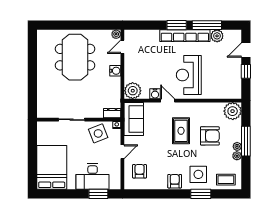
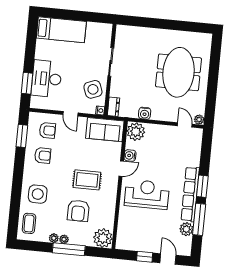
meeting table: (75, 57) -> (178, 72), turned 90
water cooler: (115, 71) -> (145, 113), moved
bed: (52, 167) -> (61, 30), width x0.67
armchair: (175, 181) -> (43, 155), moved
window: (201, 194) -> (22, 136), moved

